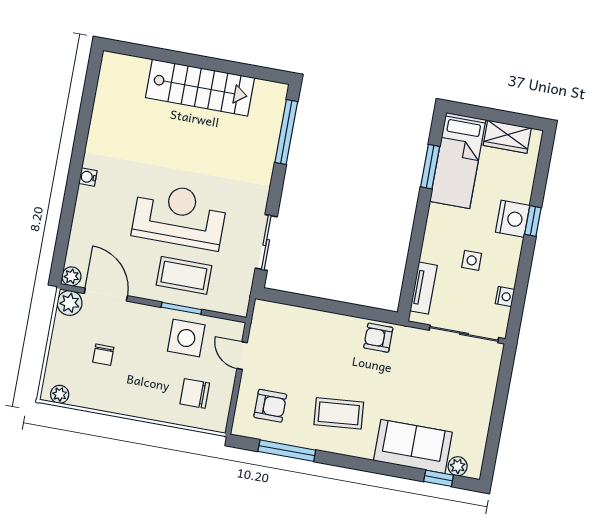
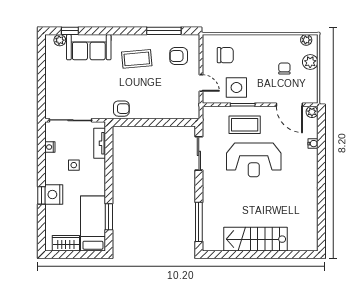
water cooler: (88, 177) -> (313, 144), moved
plant: (70, 303) -> (310, 62), moved

